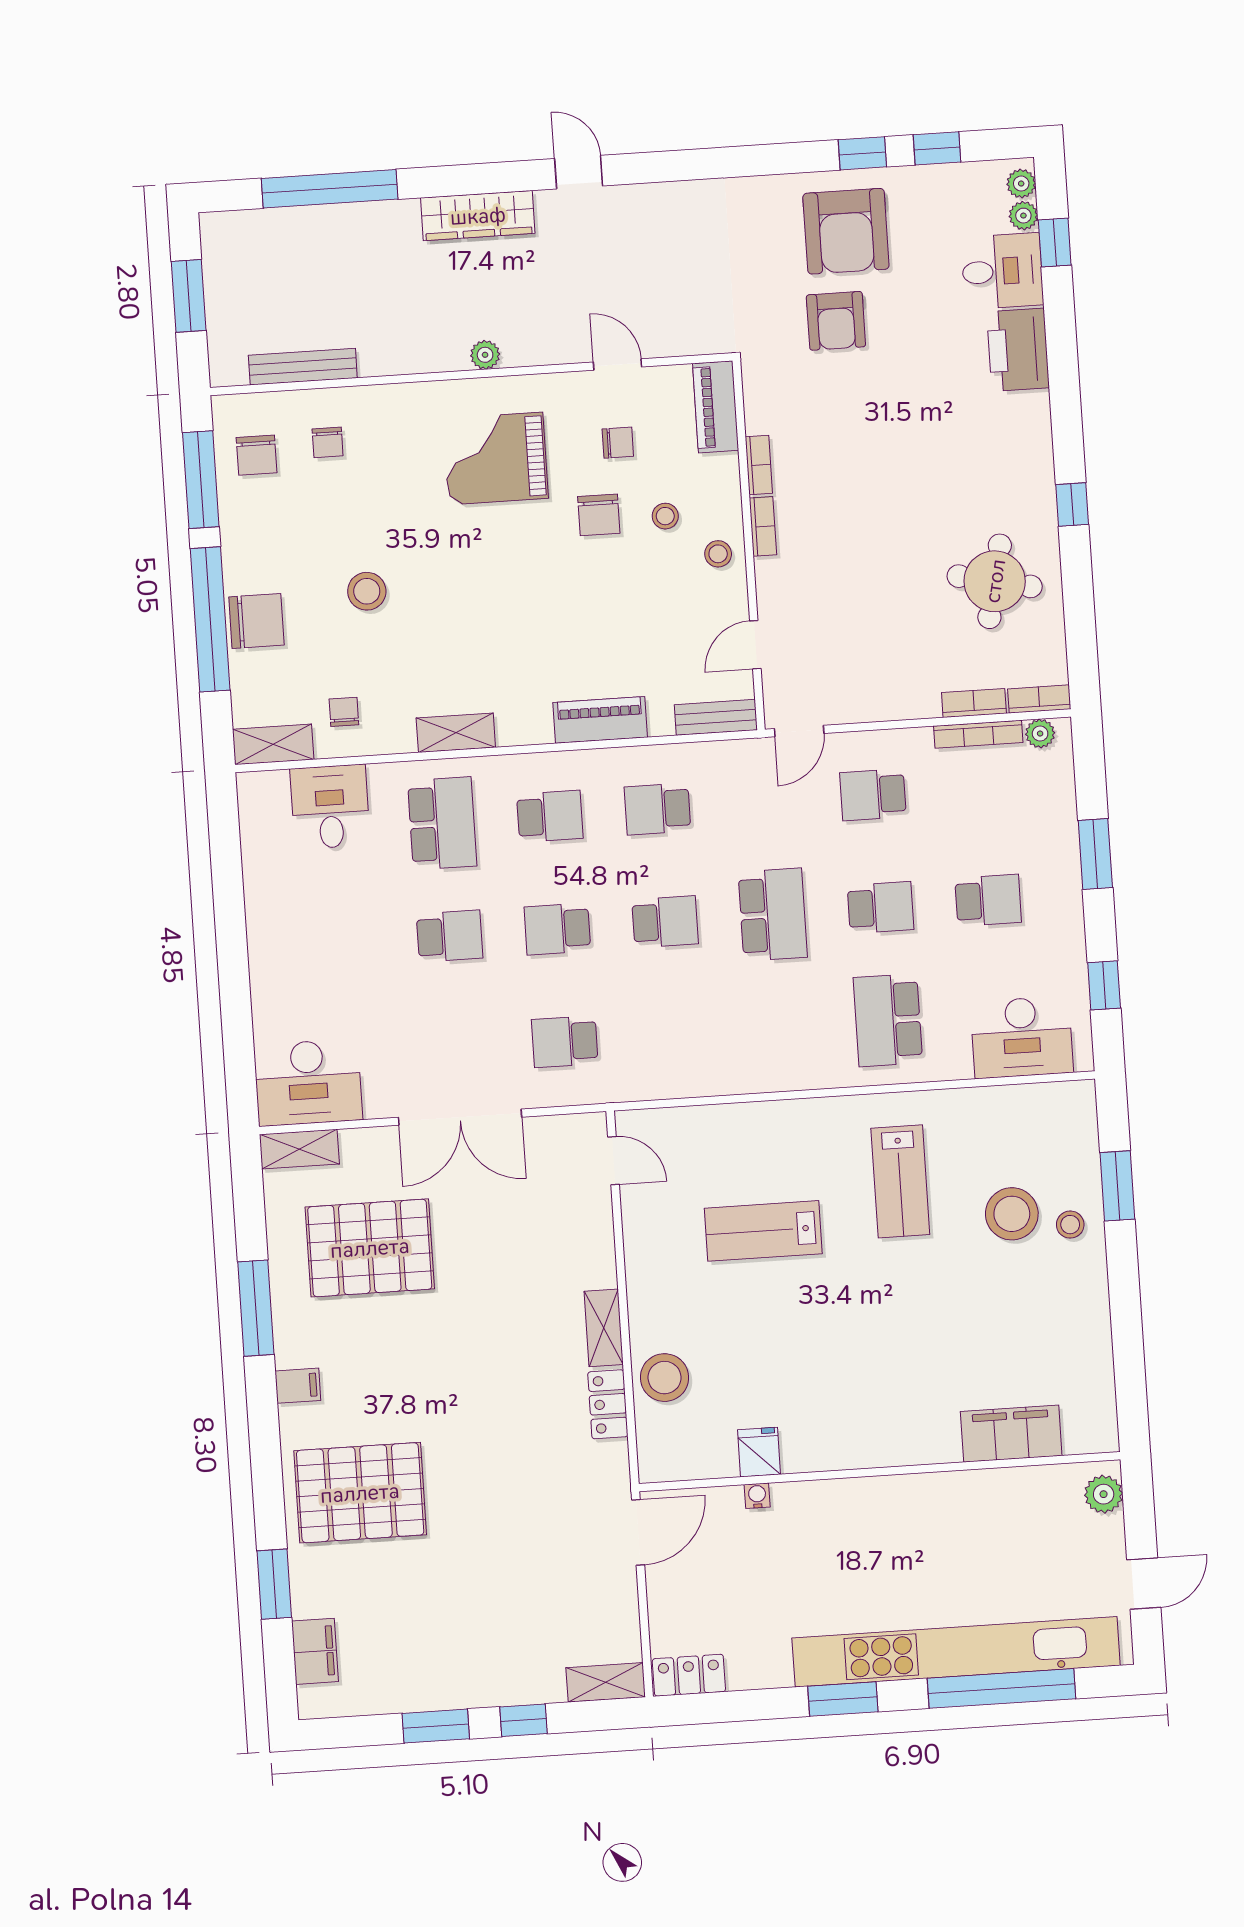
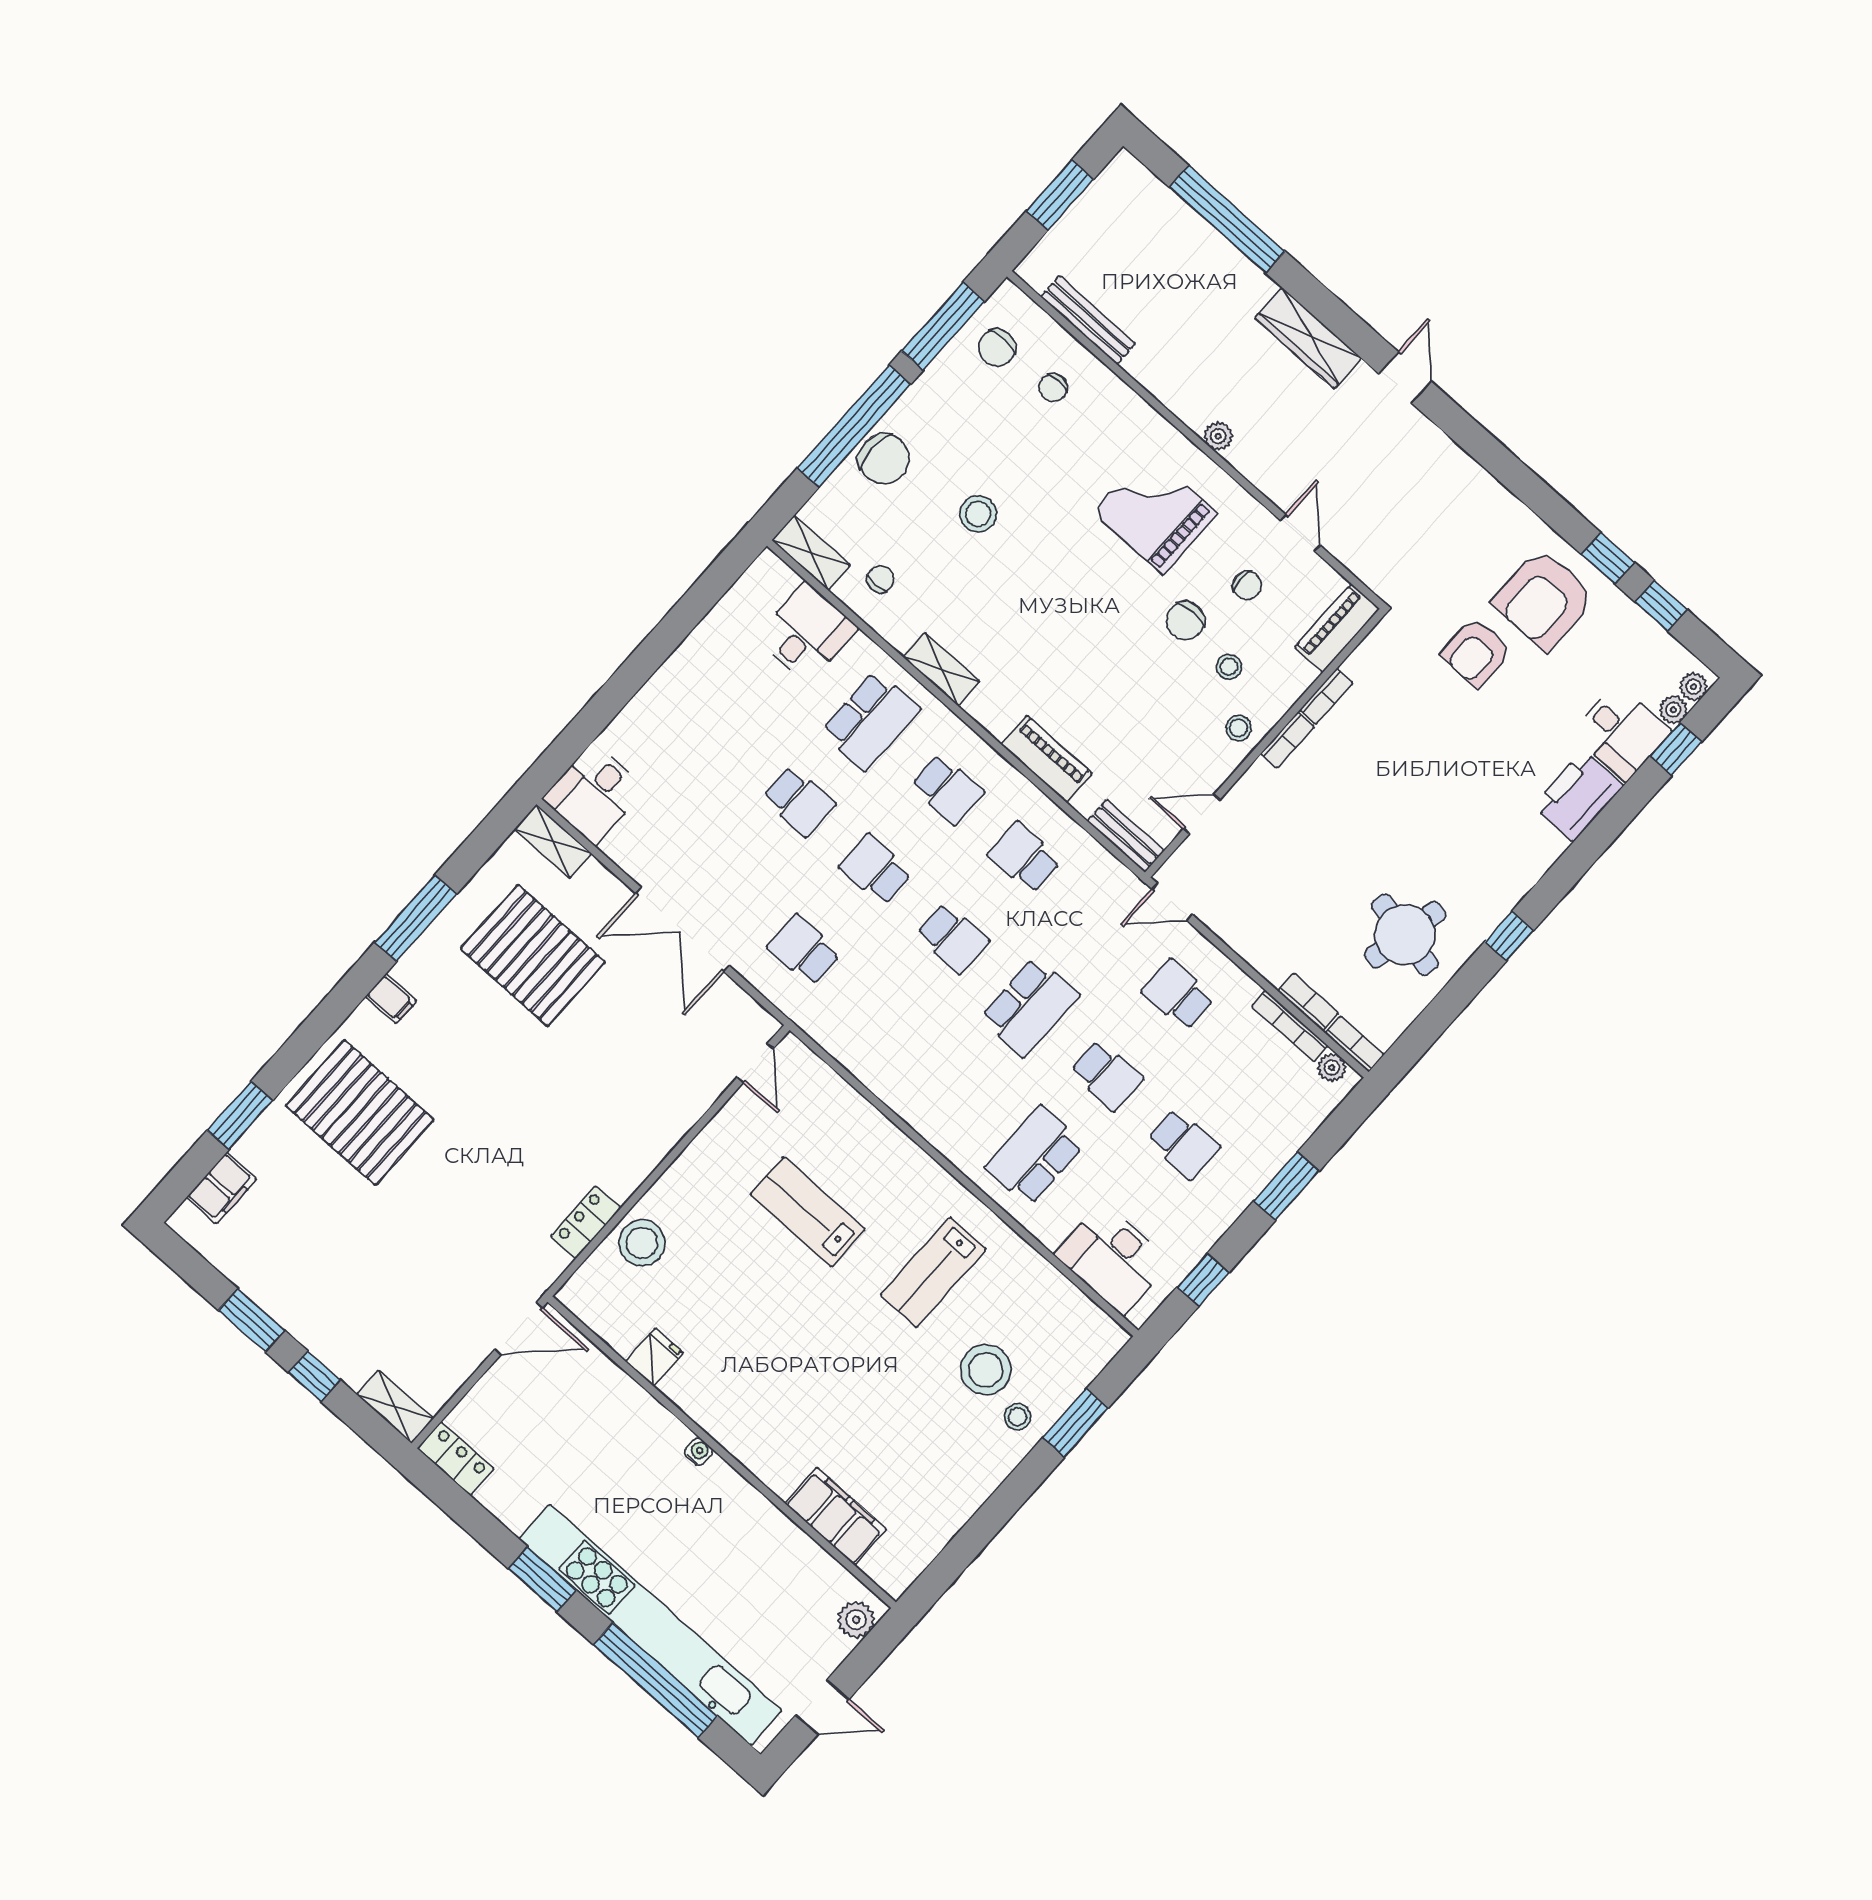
desk: (308, 1082) -> (594, 794), width x0.73
shelving: (604, 1328) -> (635, 1168), removed
water cooler: (757, 1496) -> (698, 1452), moved

